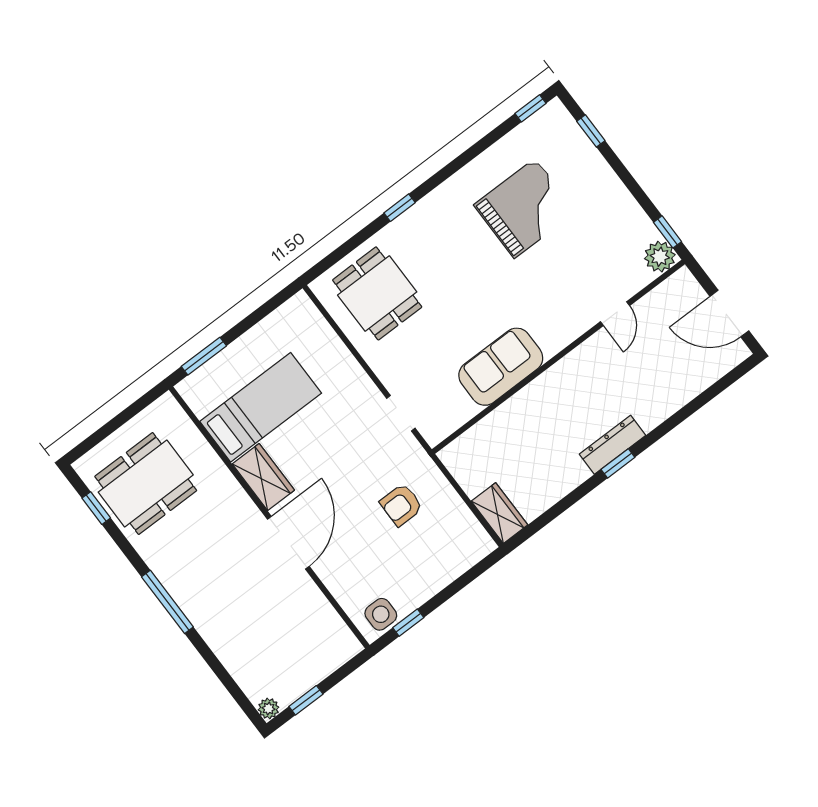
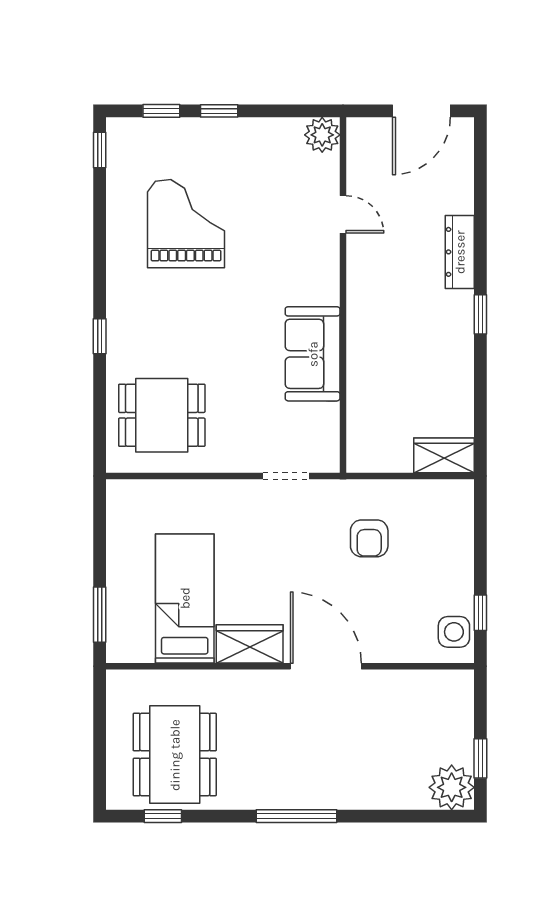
window: (667, 232) -> (219, 111), moved
dresser: (613, 445) -> (460, 252), moved
plant: (269, 709) -> (452, 787), width x1.87, depth x1.87

